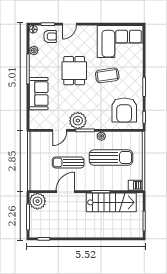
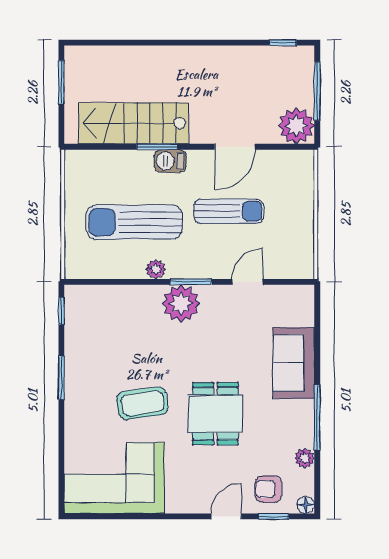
armchair: (124, 110) -> (105, 327), removed
plant: (78, 121) -> (181, 304), moved
barbecue: (136, 185) -> (170, 161), moved

